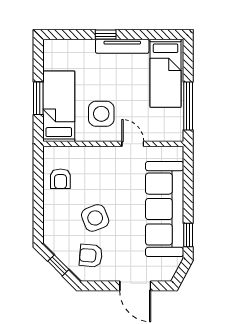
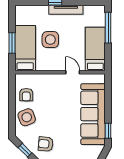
bed: (166, 73) -> (95, 49), moved, turned 180
window: (188, 106) -> (108, 28), moved
side table: (101, 114) -> (50, 40), moved
side table: (95, 218) -> (27, 117), moved

